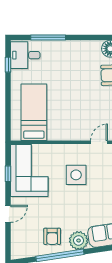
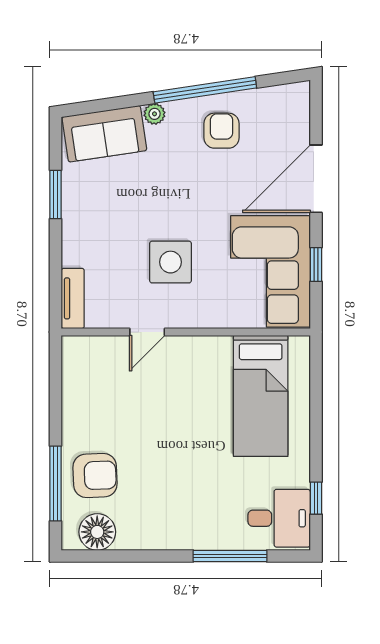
door: (99, 142) -> (147, 332), moved
door: (8, 214) -> (316, 179), width x1.88
plant: (79, 241) -> (155, 114), width x0.53, depth x0.53

